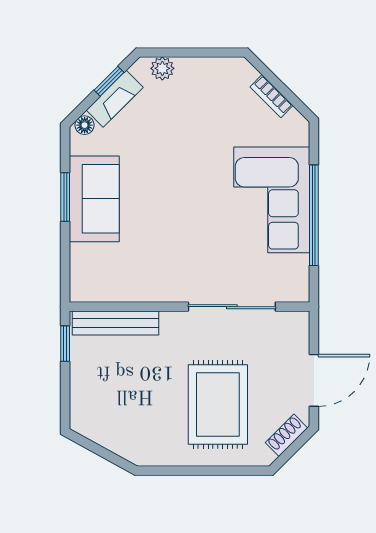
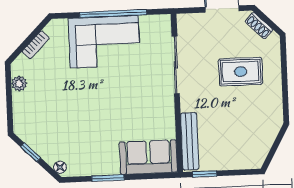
plant: (162, 68) -> (19, 83), moved
fireplace: (115, 99) -> (42, 148), removed
sofa: (94, 199) -> (148, 157), moved
rug: (218, 404) -> (241, 72), width x0.73, depth x0.70

